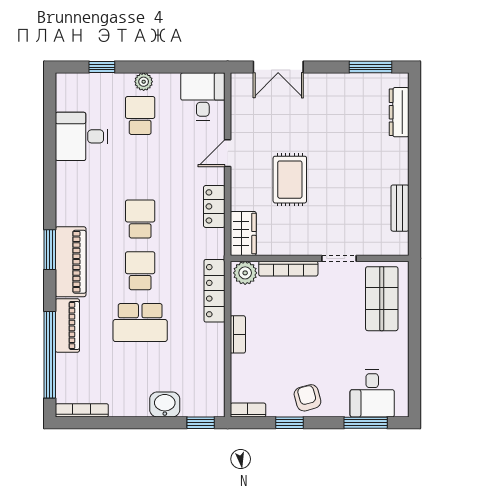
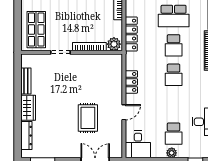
rug: (290, 180) -> (88, 118), moved
wardrobe: (243, 233) -> (28, 108), moved, turned 180
school desk: (140, 323) -> (174, 16), turned 180

